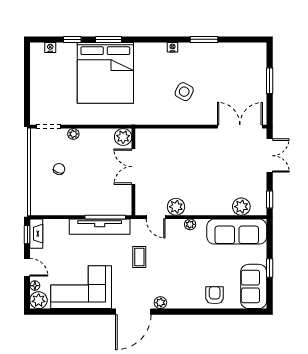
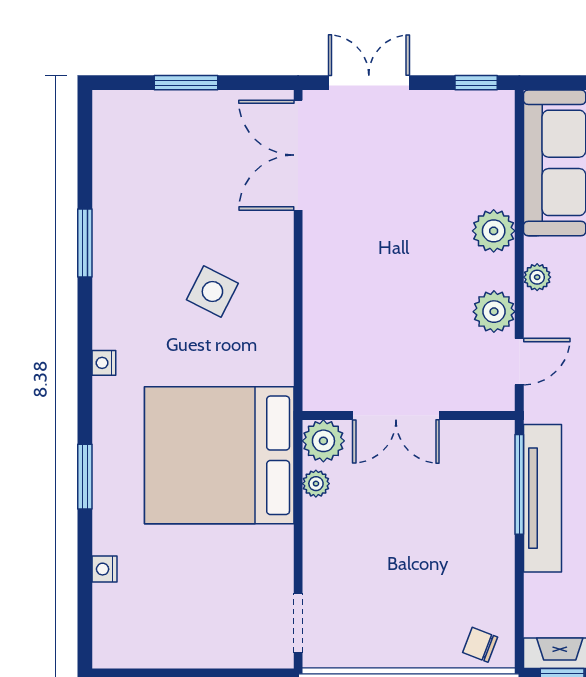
window: (72, 39) -> (85, 565), removed
nightstand: (173, 47) -> (104, 363), moved
nightstand: (50, 48) -> (105, 569), moved
bed: (105, 73) -> (219, 455), moved, turned 180
plant: (73, 134) -> (316, 484), moved
chair: (59, 169) -> (480, 645), moved
plant: (241, 207) -> (494, 231), moved

